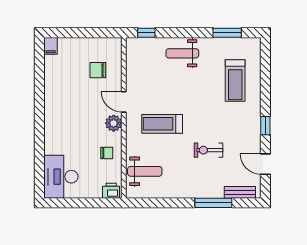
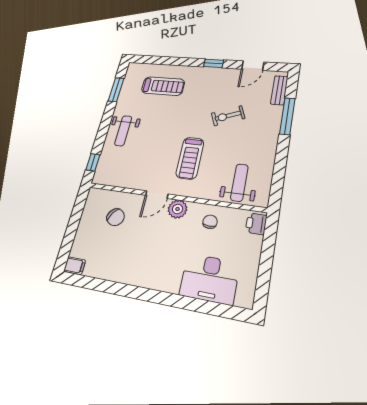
chair: (98, 70) -> (116, 217), turned -55
exercise bike: (208, 150) -> (228, 116), turned 68
desk: (61, 177) -> (209, 279), moved

